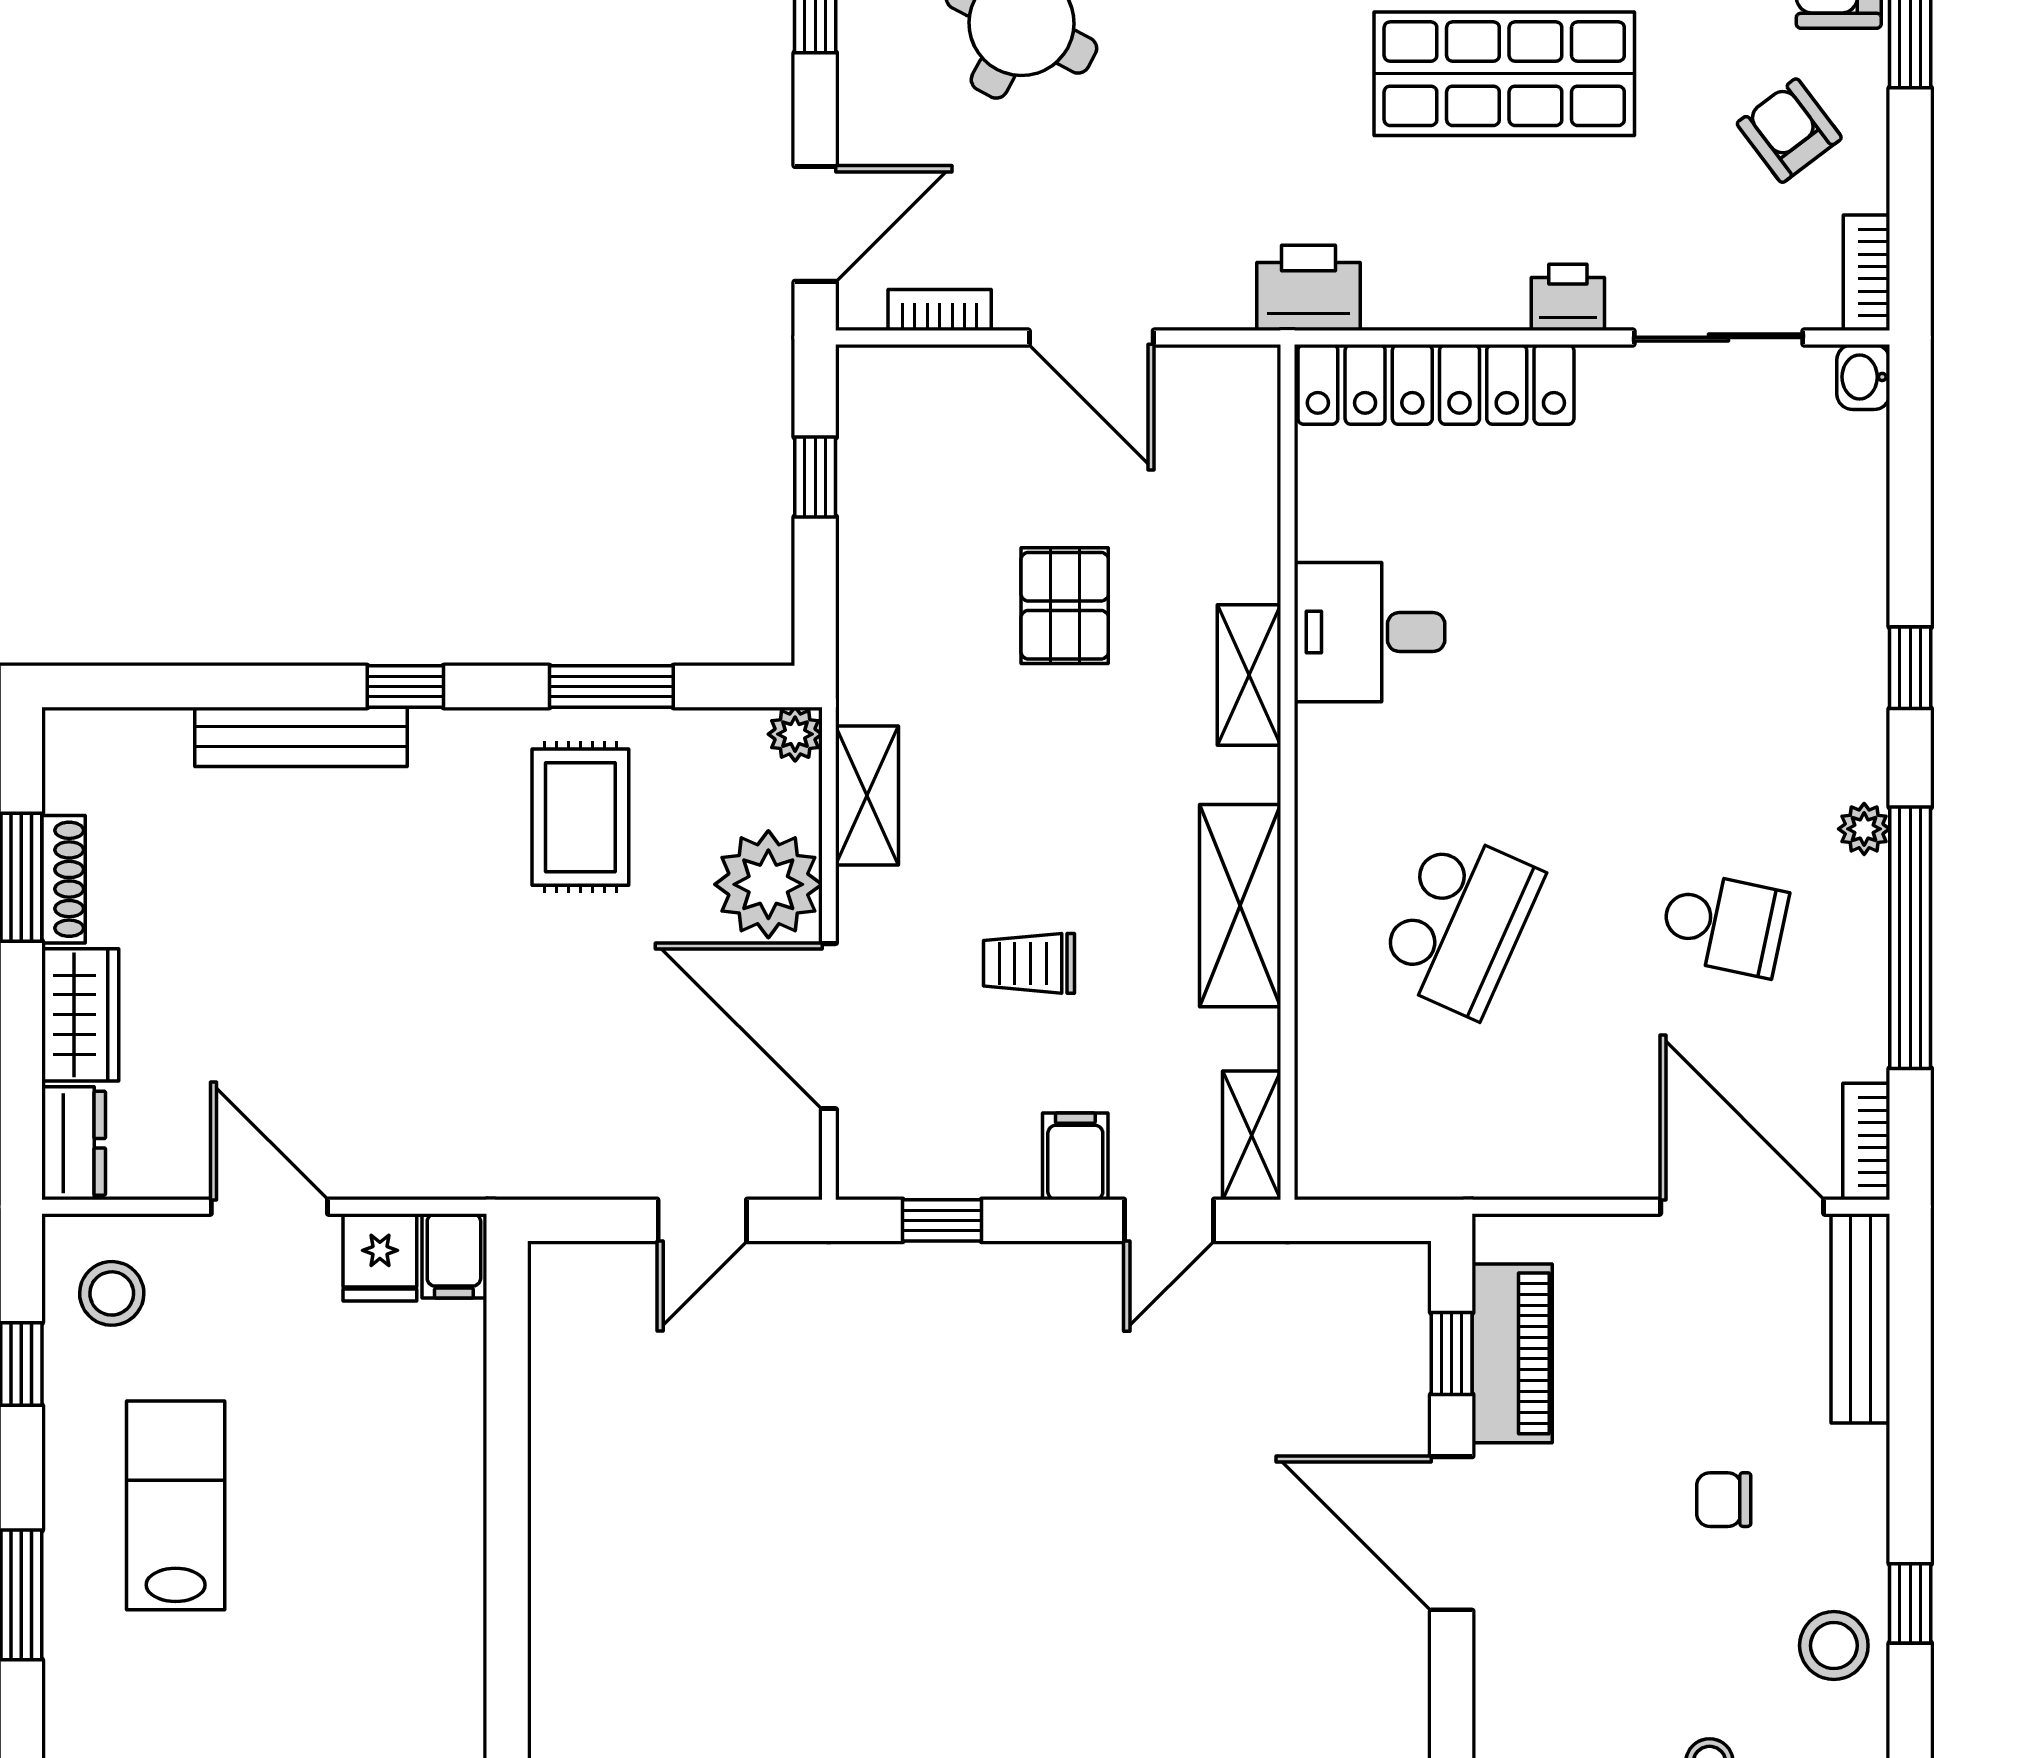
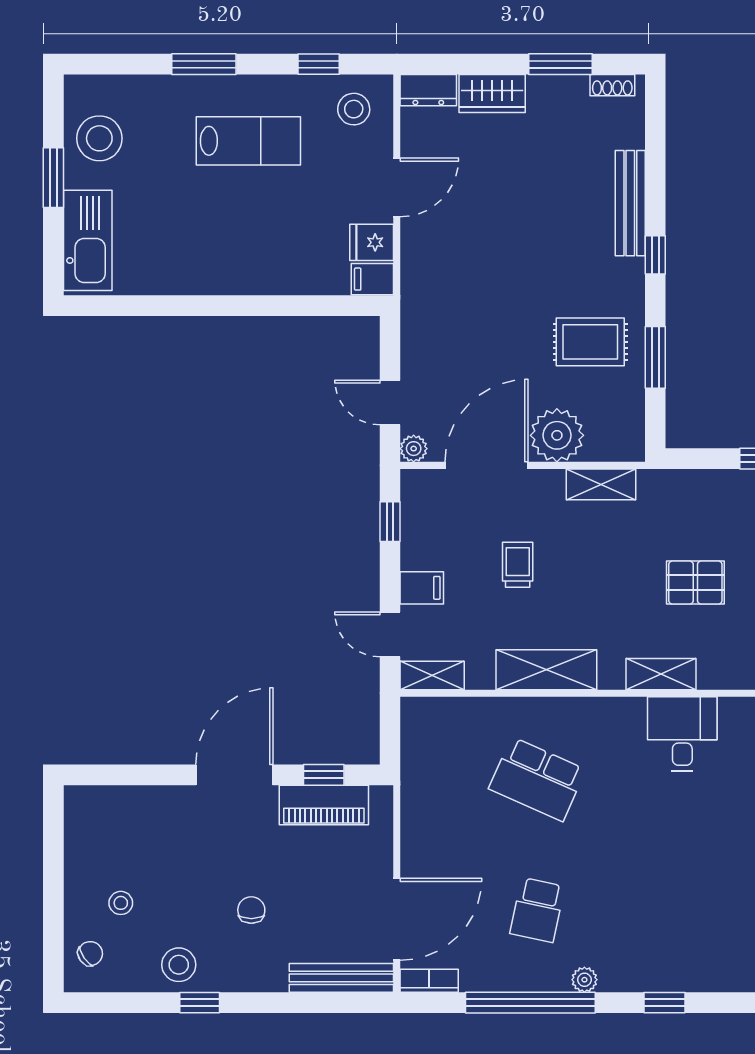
plant: (795, 734) -> (414, 449), moved
shoe rack: (64, 879) -> (612, 85), moved, width x0.70

